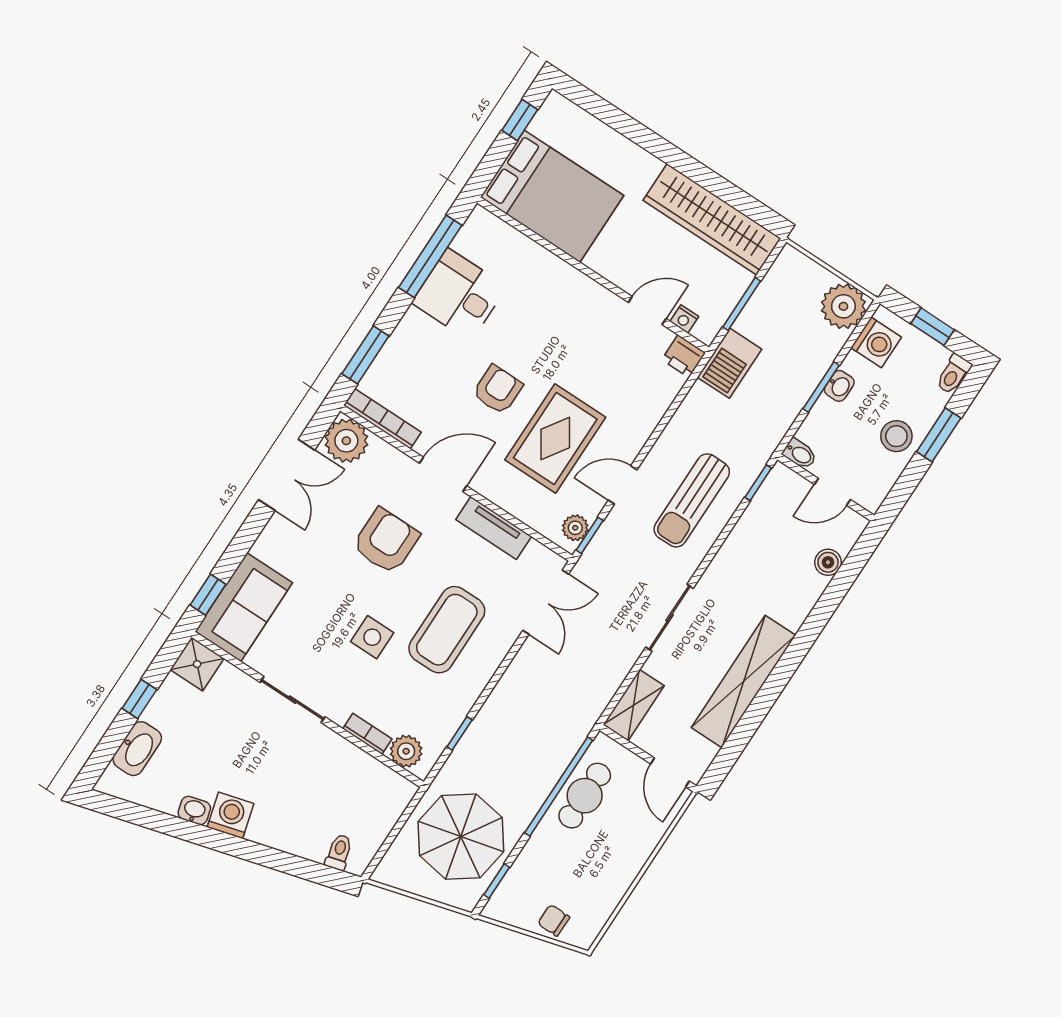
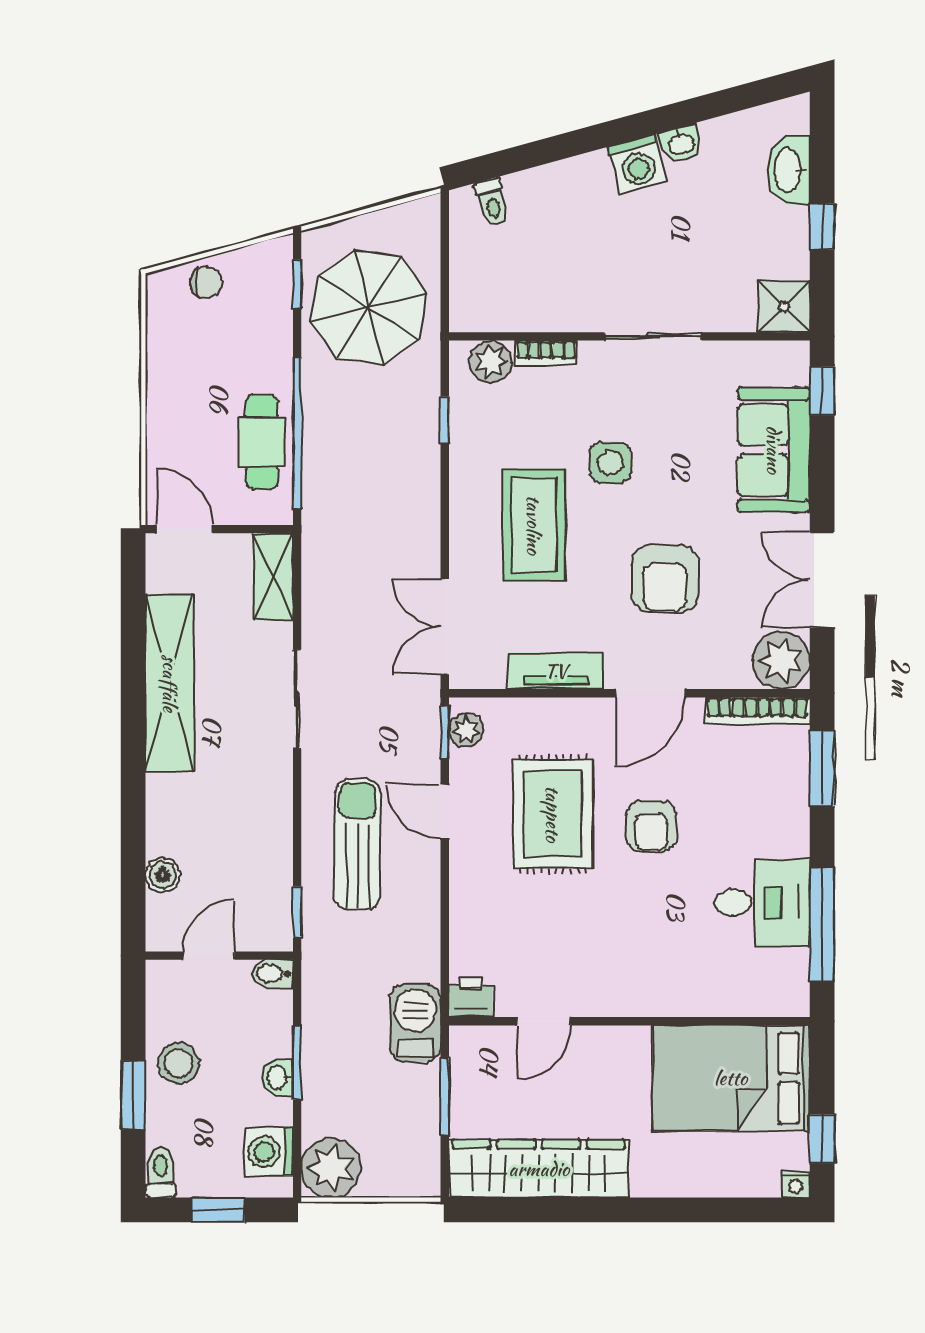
nightstand: (684, 319) -> (796, 1184), moved, turned 180
door: (623, 485) -> (445, 811), swing flipped
sofa: (244, 607) -> (774, 450), moved

